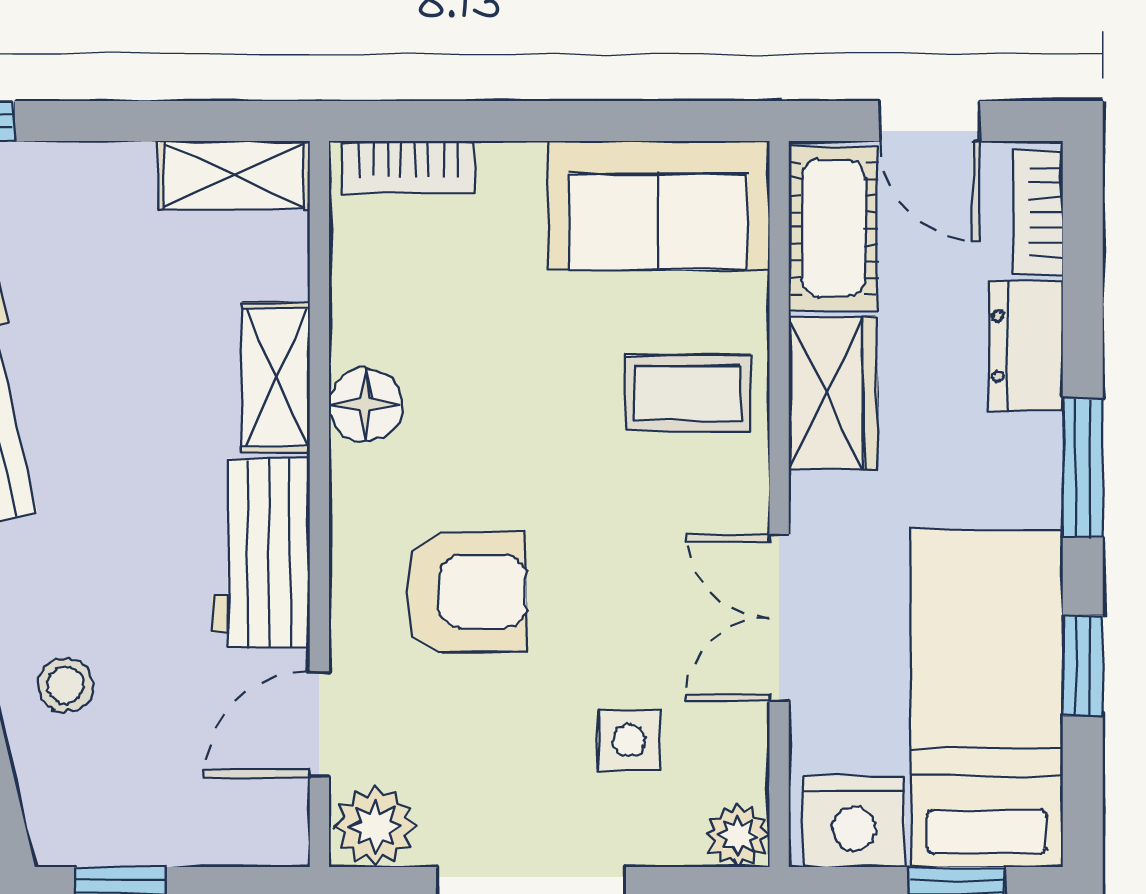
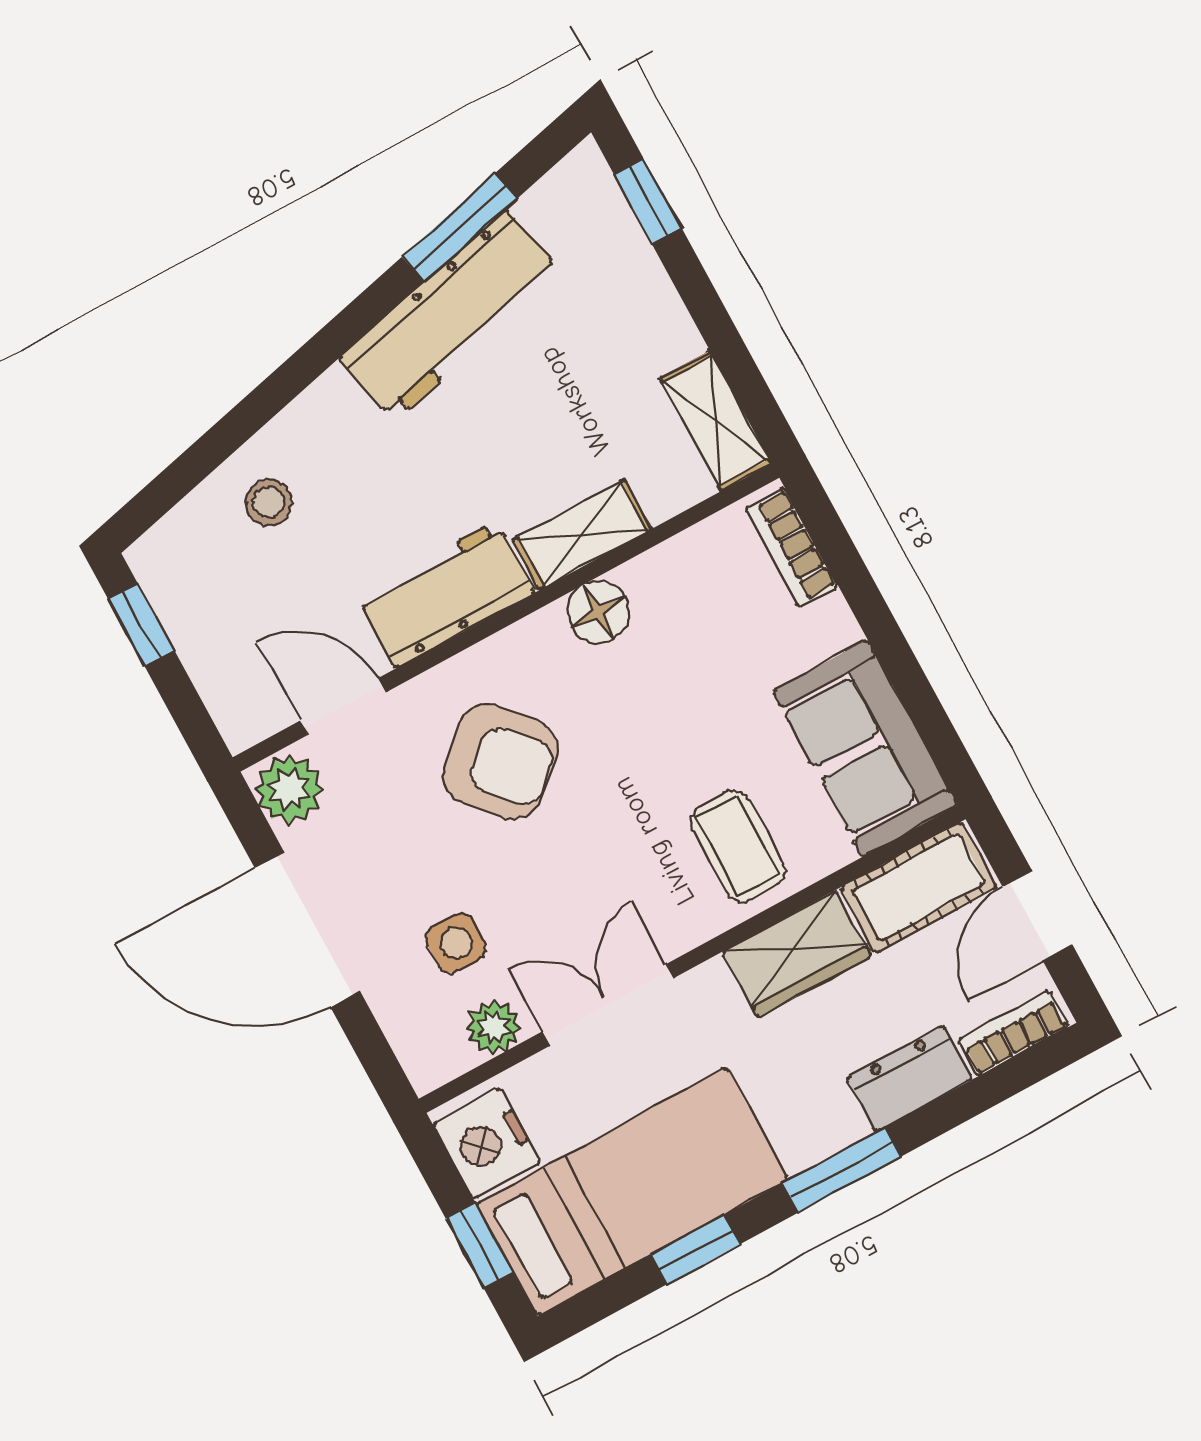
armchair: (466, 592) -> (500, 762), turned -41
plant: (738, 835) -> (494, 1027), moved

